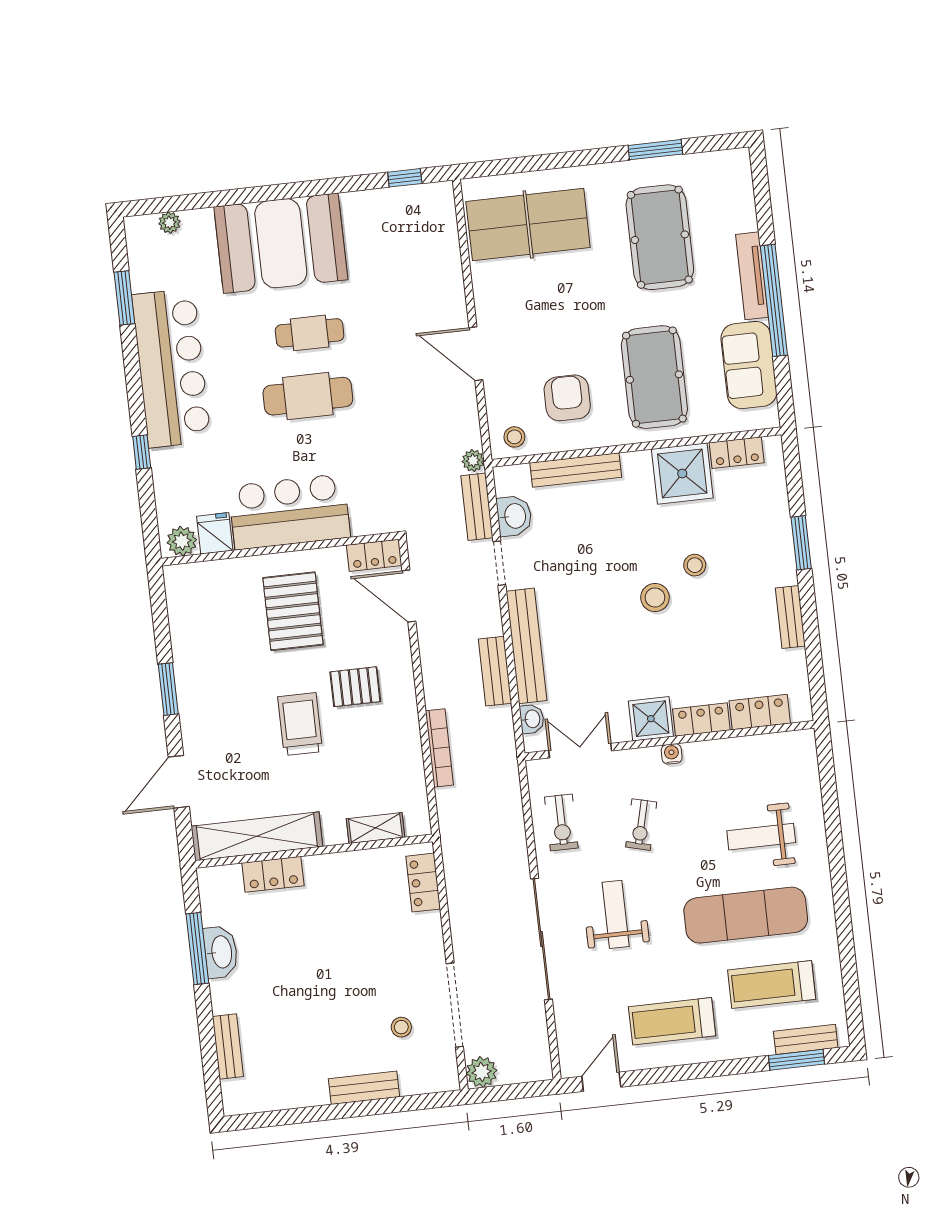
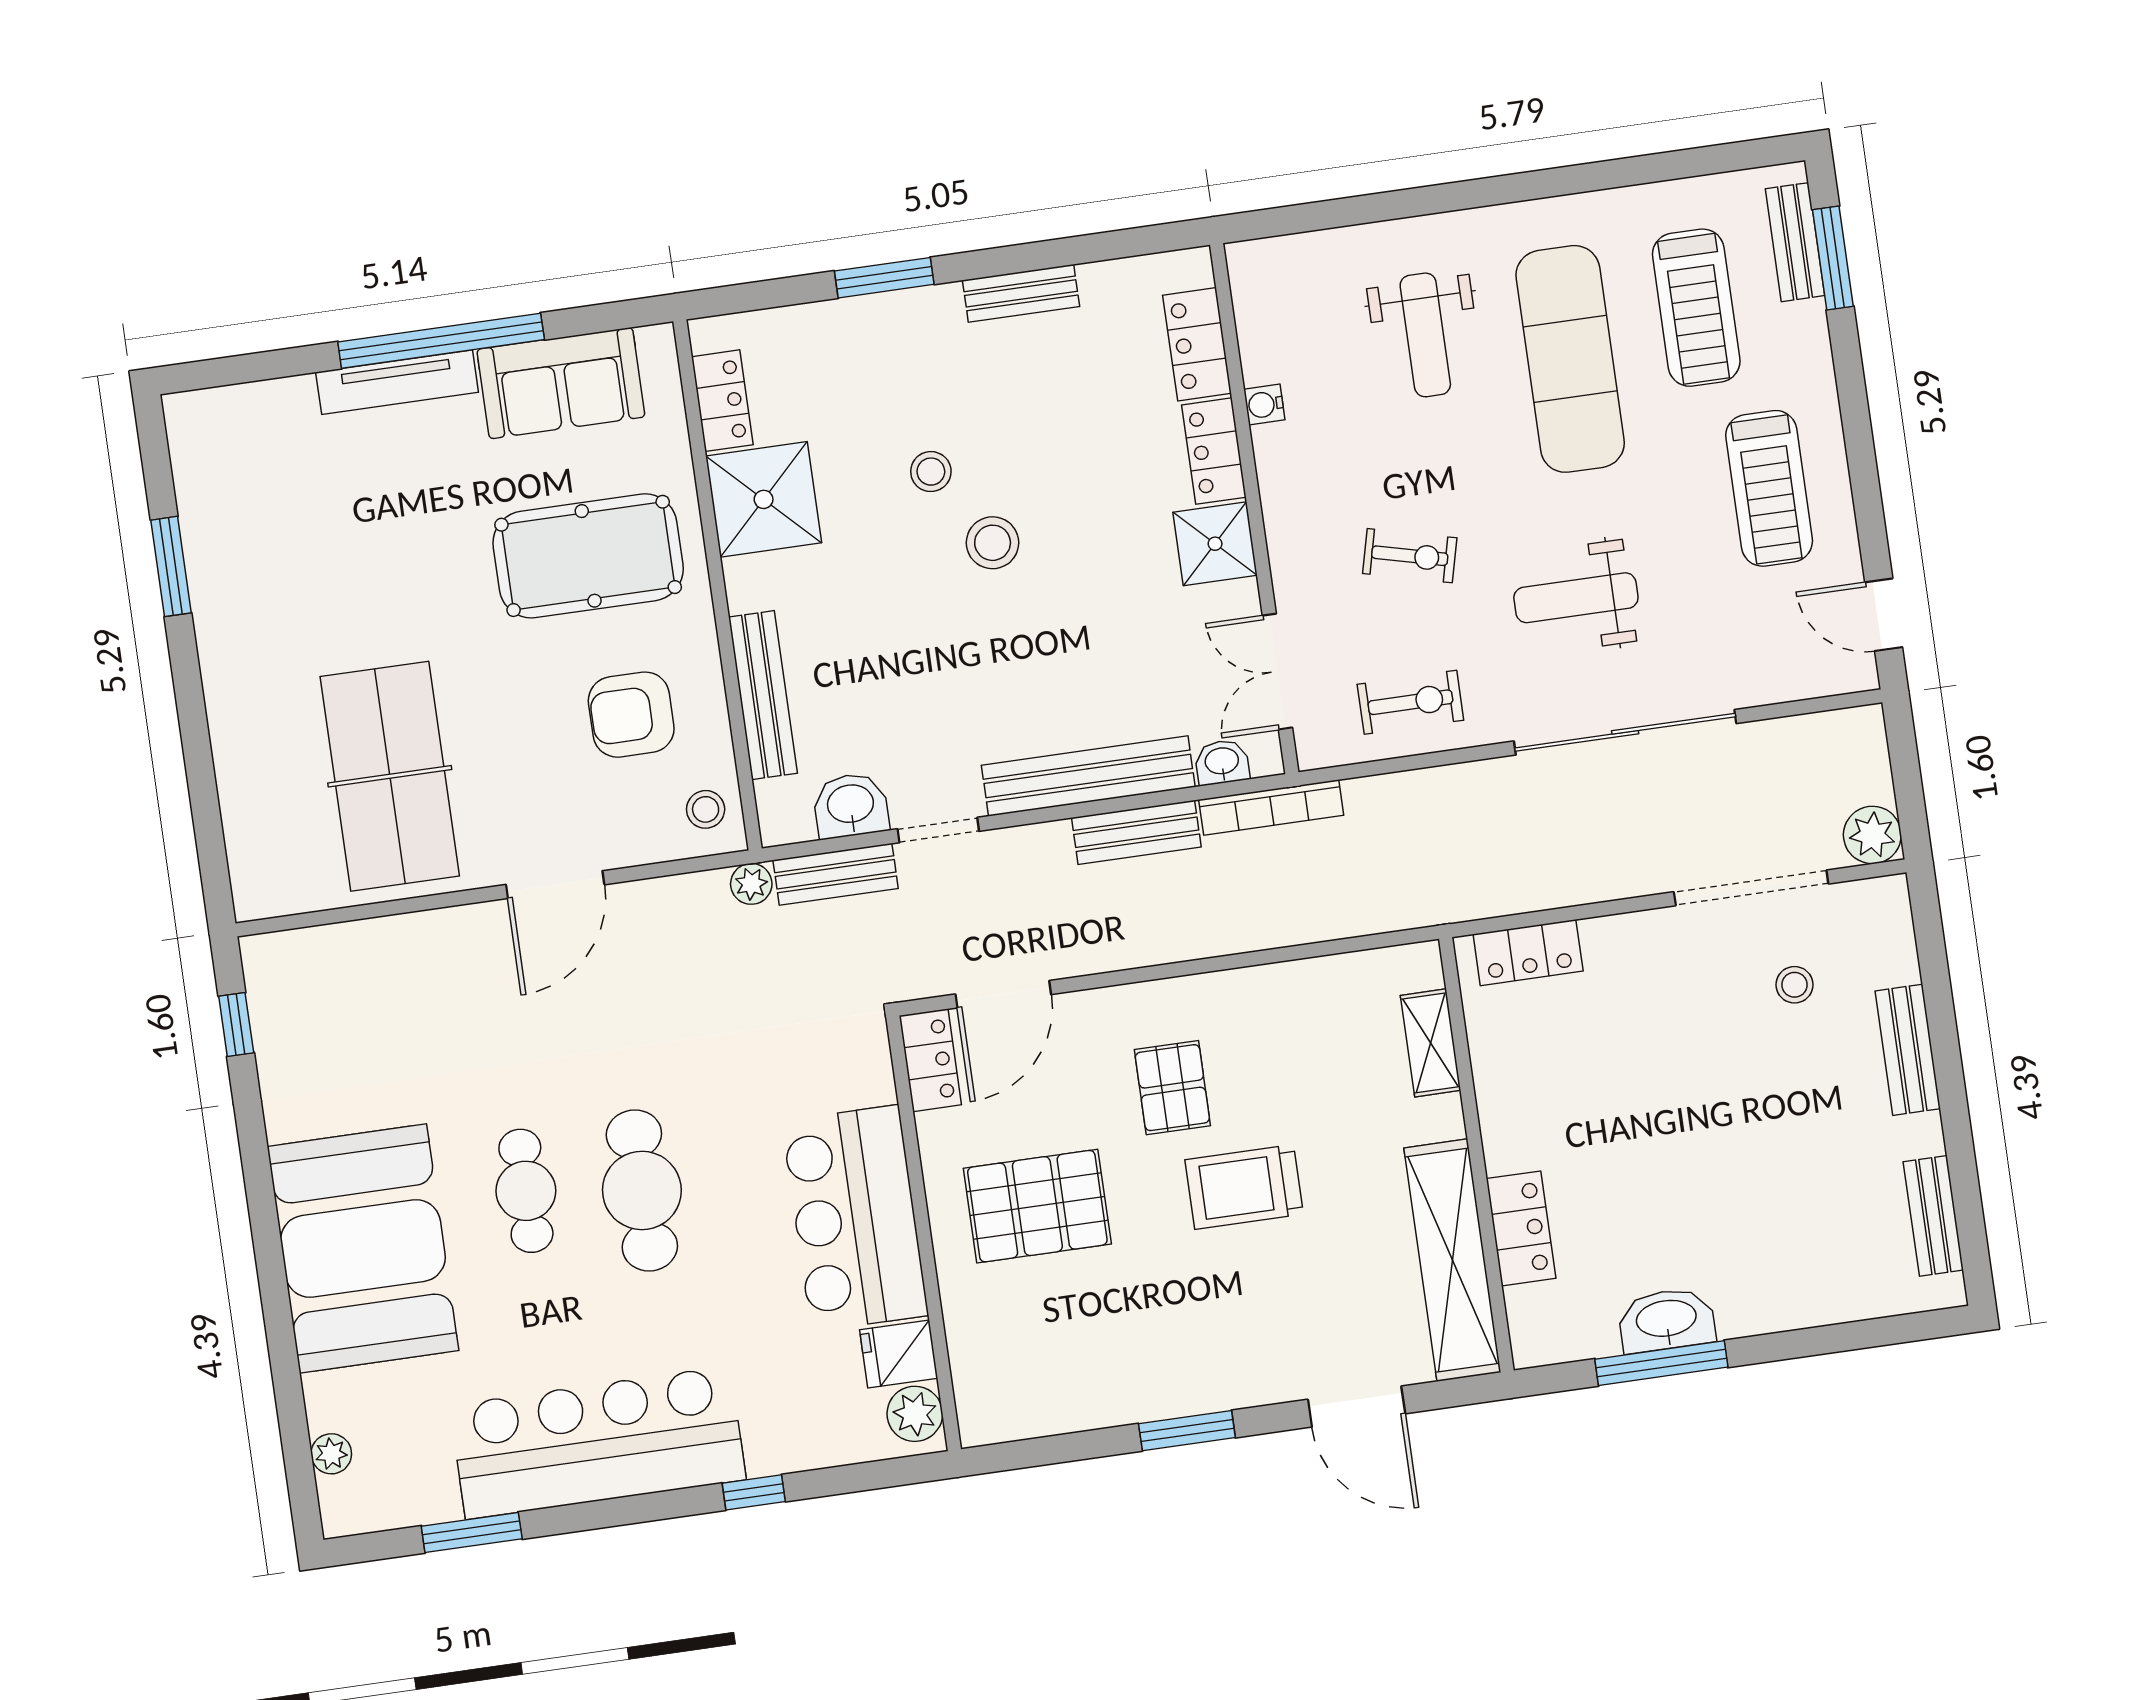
table tennis table: (528, 224) -> (390, 776), moved
pool table: (660, 237) -> (331, 554), removed
bookcase: (439, 748) -> (1271, 807), moved, turned 180
water cooler: (672, 754) -> (1264, 405), moved
bench: (228, 1047) -> (1933, 1216), moved, turned 90

